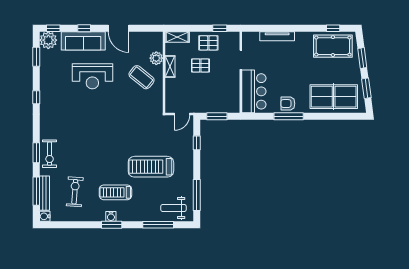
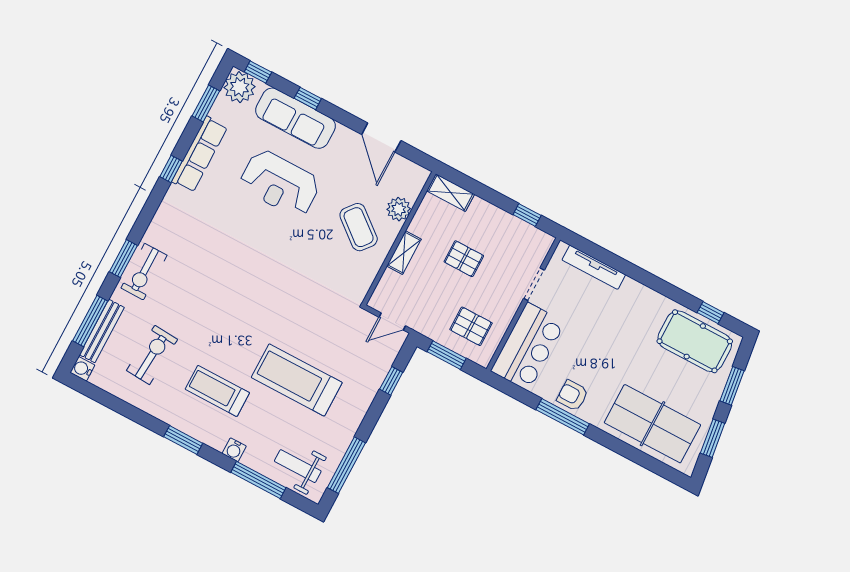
door: (119, 28) -> (381, 138), moved
tv unit: (277, 36) -> (594, 267), moved
pallet: (208, 43) -> (471, 326), moved
shelving: (170, 67) -> (404, 253), moved
row of seats: (46, 83) -> (200, 154), added
water cooler: (111, 216) -> (234, 450), moved

